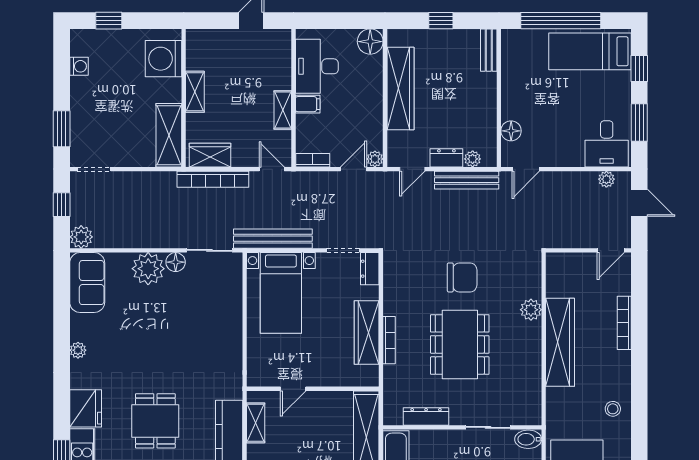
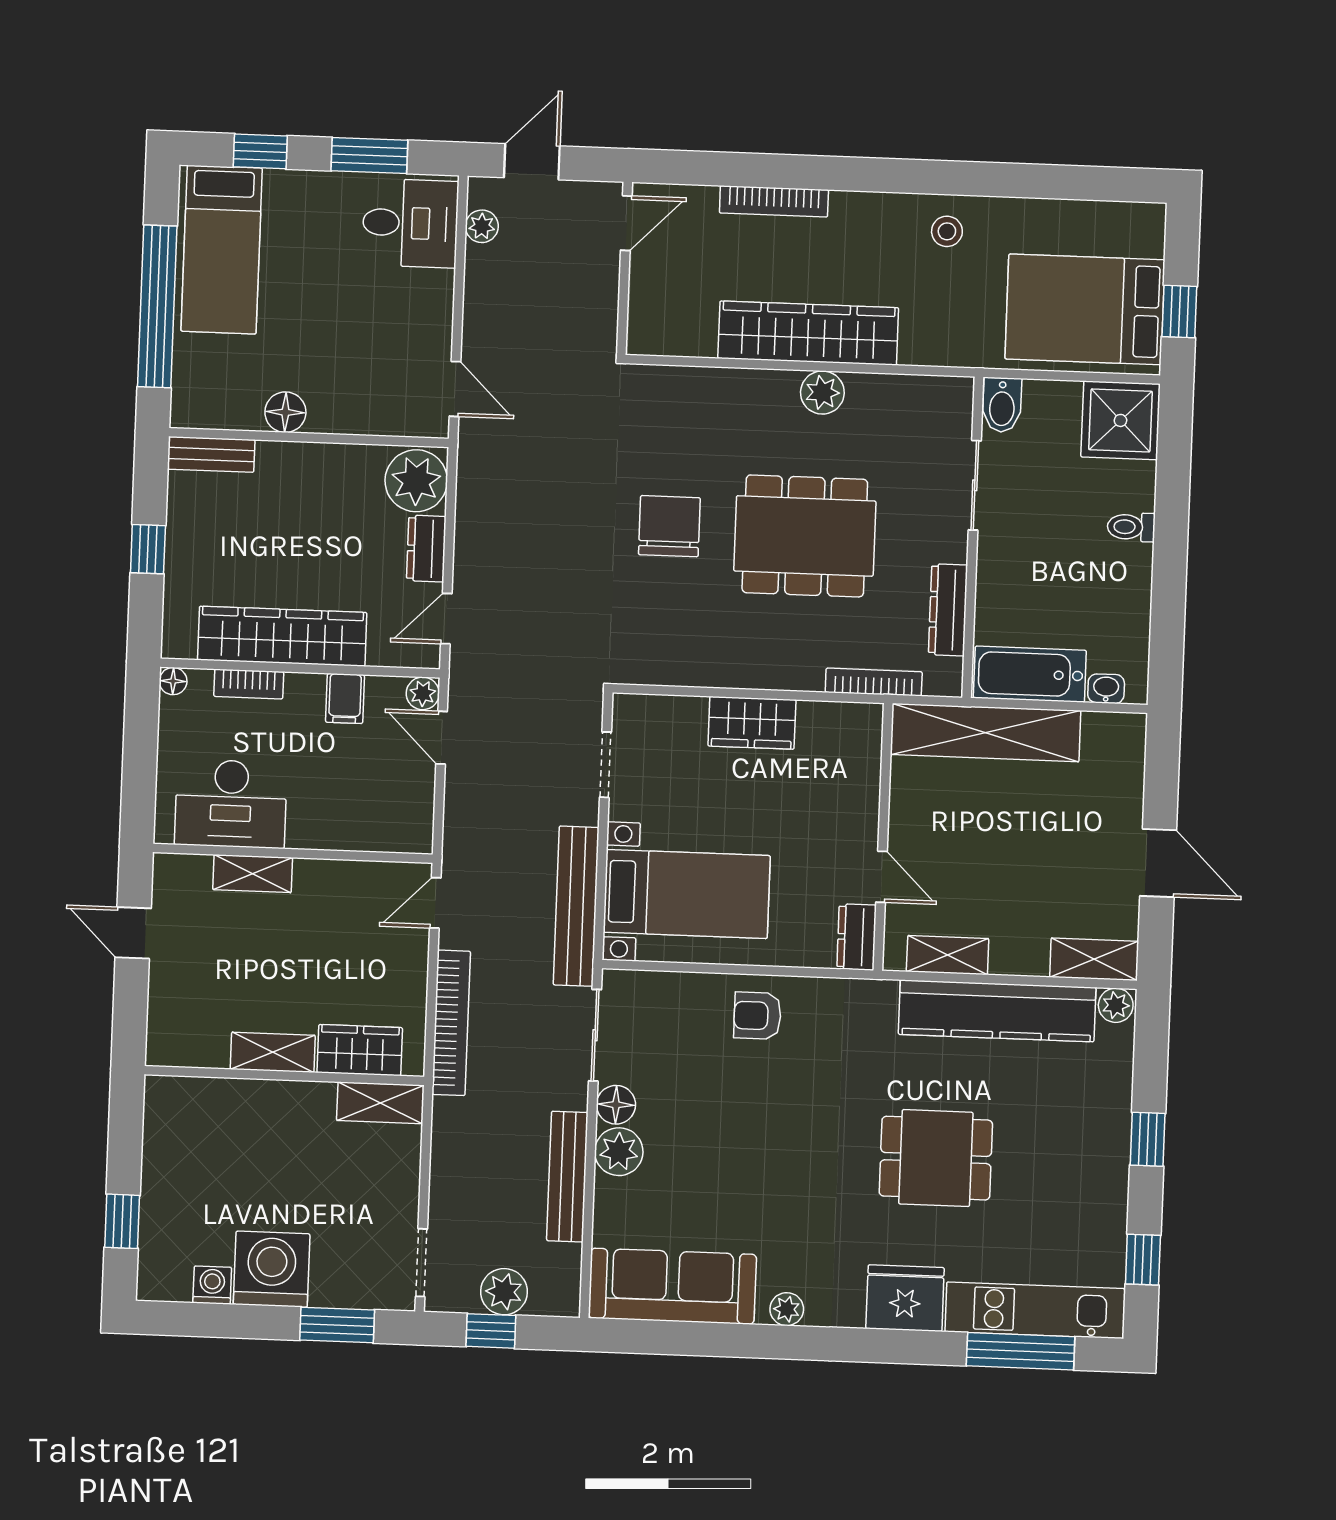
floor lamp: (370, 42) -> (173, 681), width x0.53, depth x0.53
washing machine: (163, 59) -> (272, 1269), moved, turned 180
filing cabinet: (308, 104) -> (345, 699), moved, turned 180
shelving: (283, 110) -> (253, 874), moved
floor lamp: (511, 131) -> (285, 412), moved
shelving: (169, 135) -> (380, 1103), width x0.67, depth x0.75
wardrobe: (210, 155) -> (360, 1050), moved, turned 90
plant: (473, 159) -> (416, 481), width x1.87, depth x1.87
bookcase: (313, 160) -> (249, 684), moved, turned -90
door: (412, 169) -> (446, 619), swing flipped
bench: (467, 180) -> (567, 1177), moved
plant: (81, 237) -> (504, 1292), moved
door: (611, 250) -> (626, 223), hinge flipped
plant: (148, 269) -> (619, 1152), width x0.73, depth x0.73
dresser: (370, 269) -> (857, 937), moved, turned 90
sofa: (87, 283) -> (672, 1286), width x1.36
plant: (531, 310) -> (822, 393), moved
armchair: (222, 330) -> (757, 1016), added
wardrobe: (367, 333) -> (752, 723), width x0.67
bookcase: (389, 340) -> (874, 682), moved

